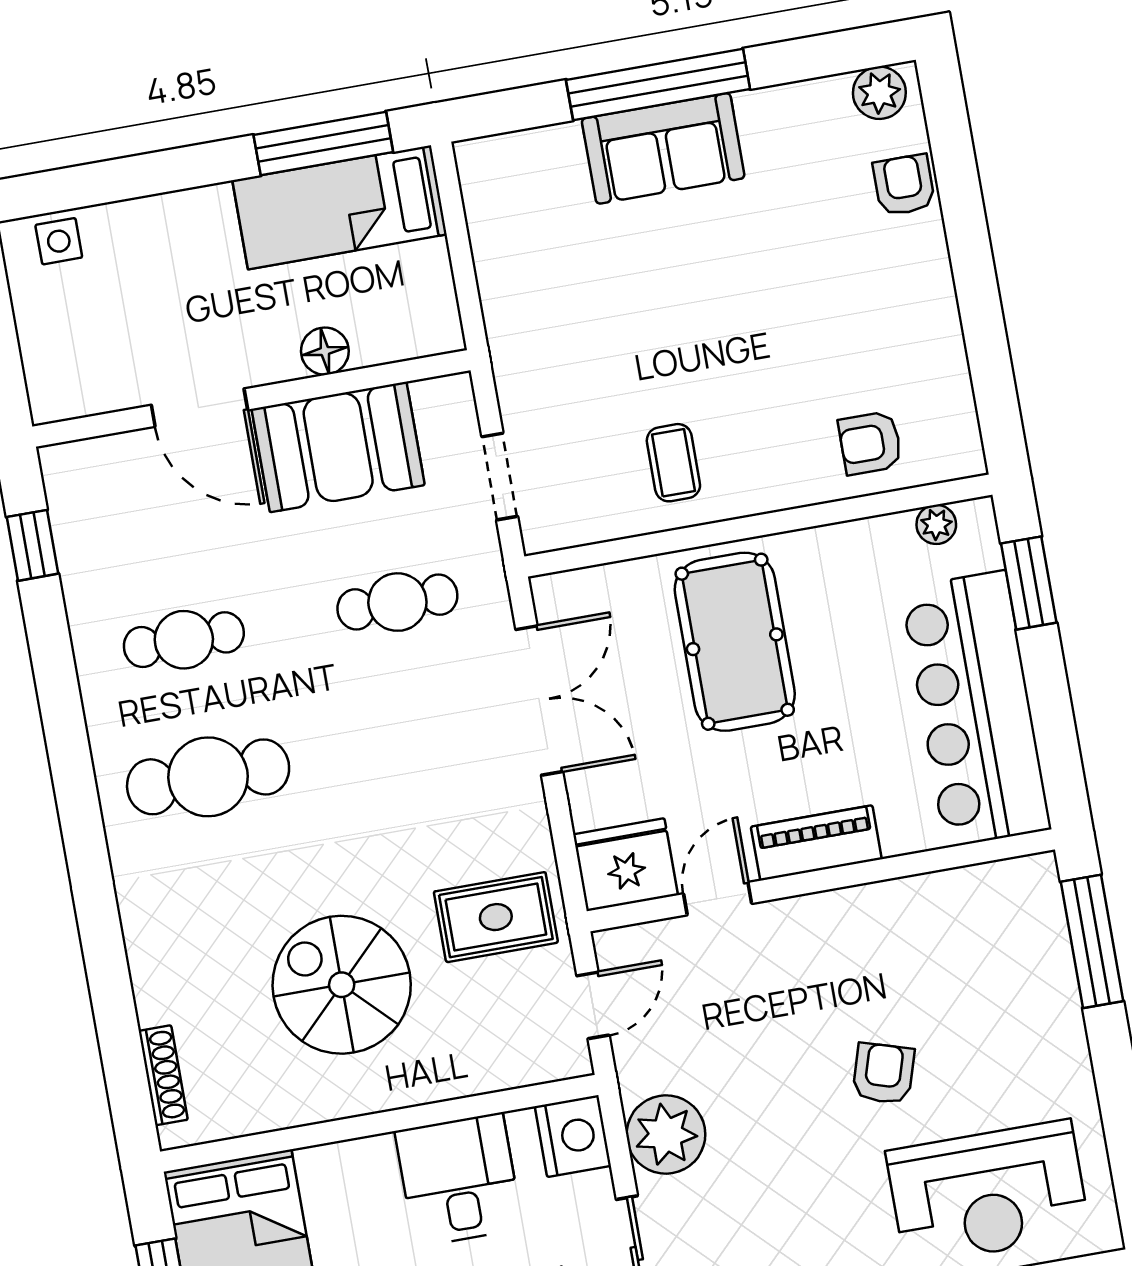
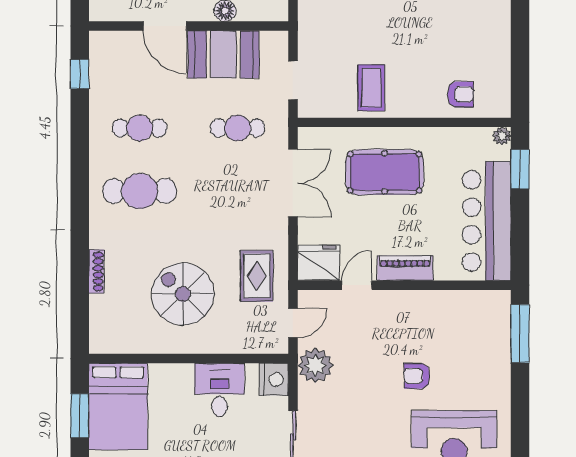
armchair: (870, 443) -> (460, 94), turned 180
coffee table: (673, 463) -> (371, 88), width x1.36, depth x1.30
plant: (936, 524) -> (502, 136), moved
pool table: (735, 642) -> (385, 172), turned 90
rug: (496, 917) -> (257, 276), turned 90
armchair: (883, 1073) -> (417, 376), turned -107
shoe rack: (163, 1075) -> (96, 271), moved
plant: (666, 1134) -> (315, 365), moved

